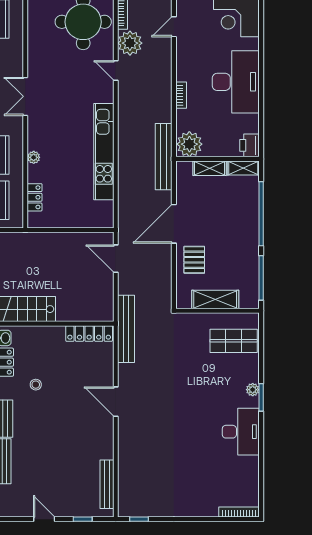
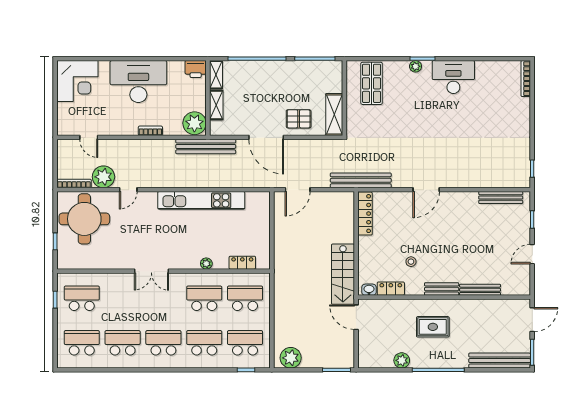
shelving: (215, 299) -> (334, 114), moved

